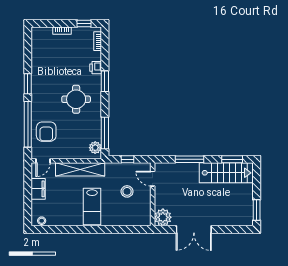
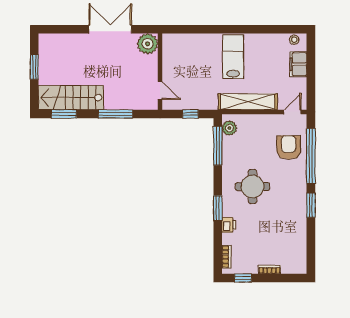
filing cabinet: (38, 189) -> (298, 64), moved
stool: (127, 191) -> (191, 75), removed
window: (257, 210) -> (34, 67), moved

